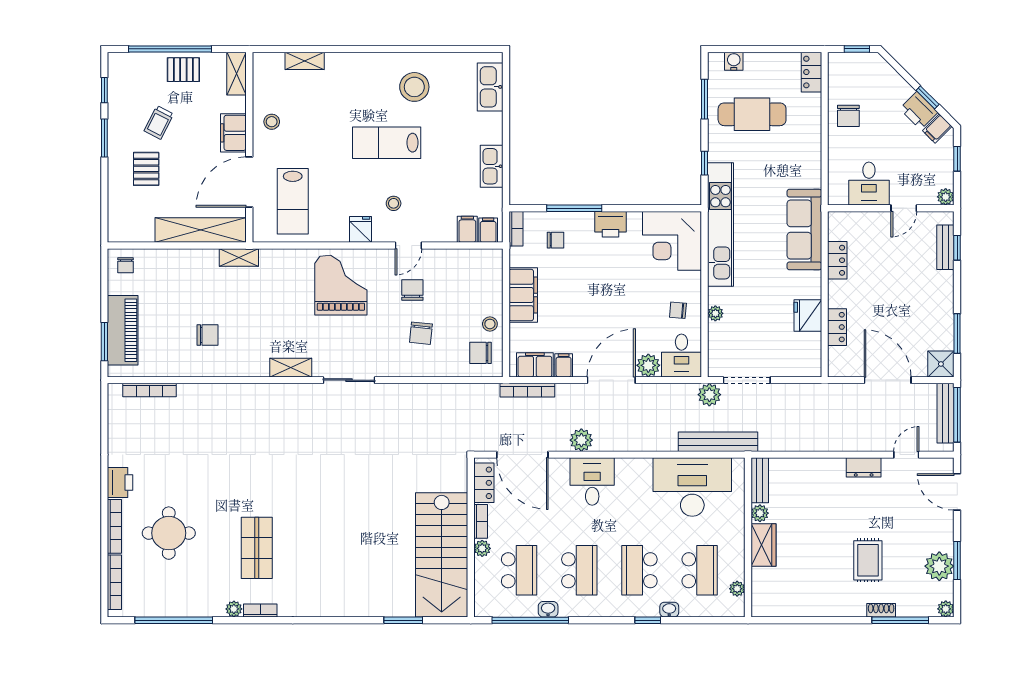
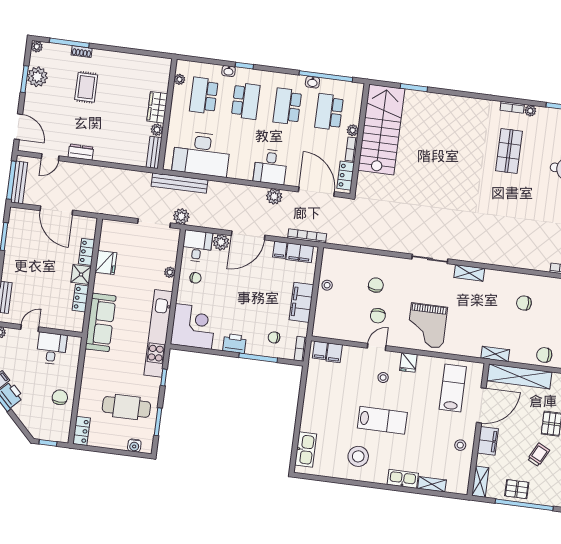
kitchen sink: (492, 166) -> (403, 479), moved, turned -90
chair: (481, 353) -> (544, 355), moved, turned 180
shower: (941, 364) -> (81, 275), moved

